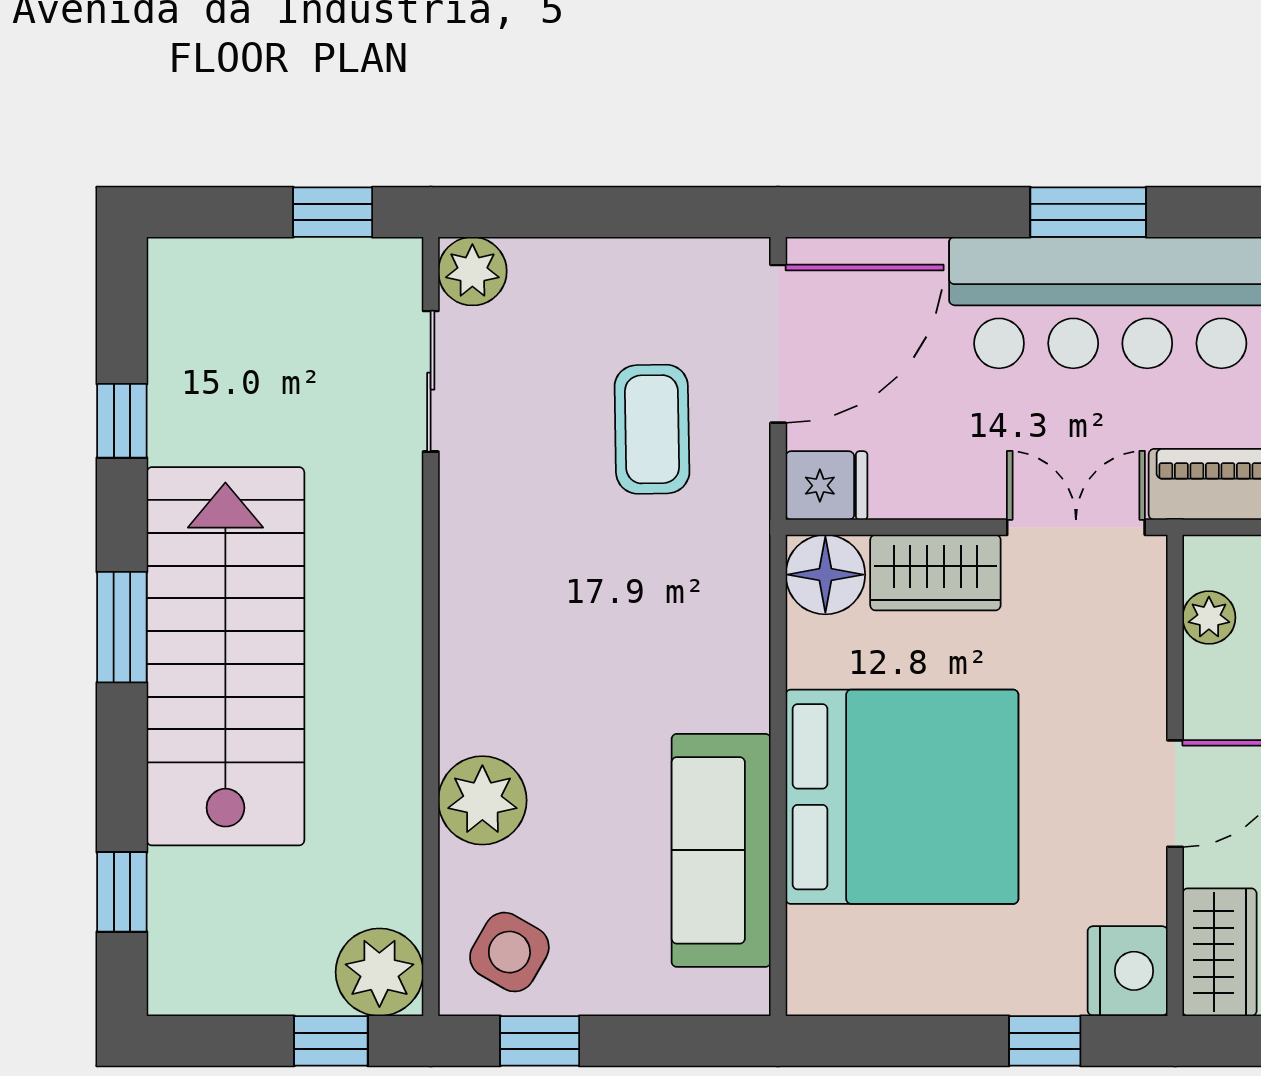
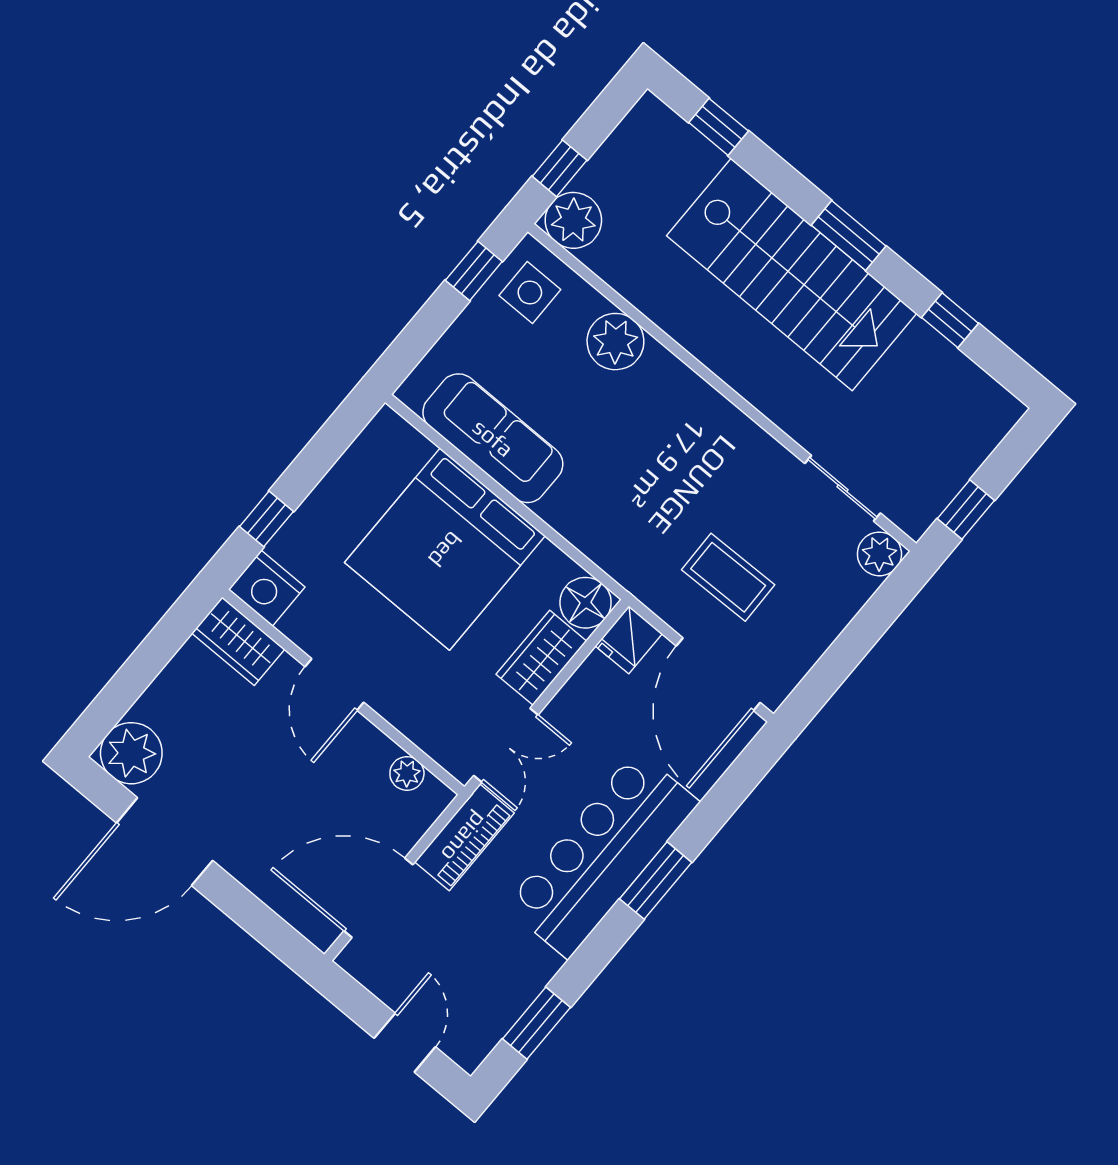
side table: (509, 952) -> (530, 292), turned -30

